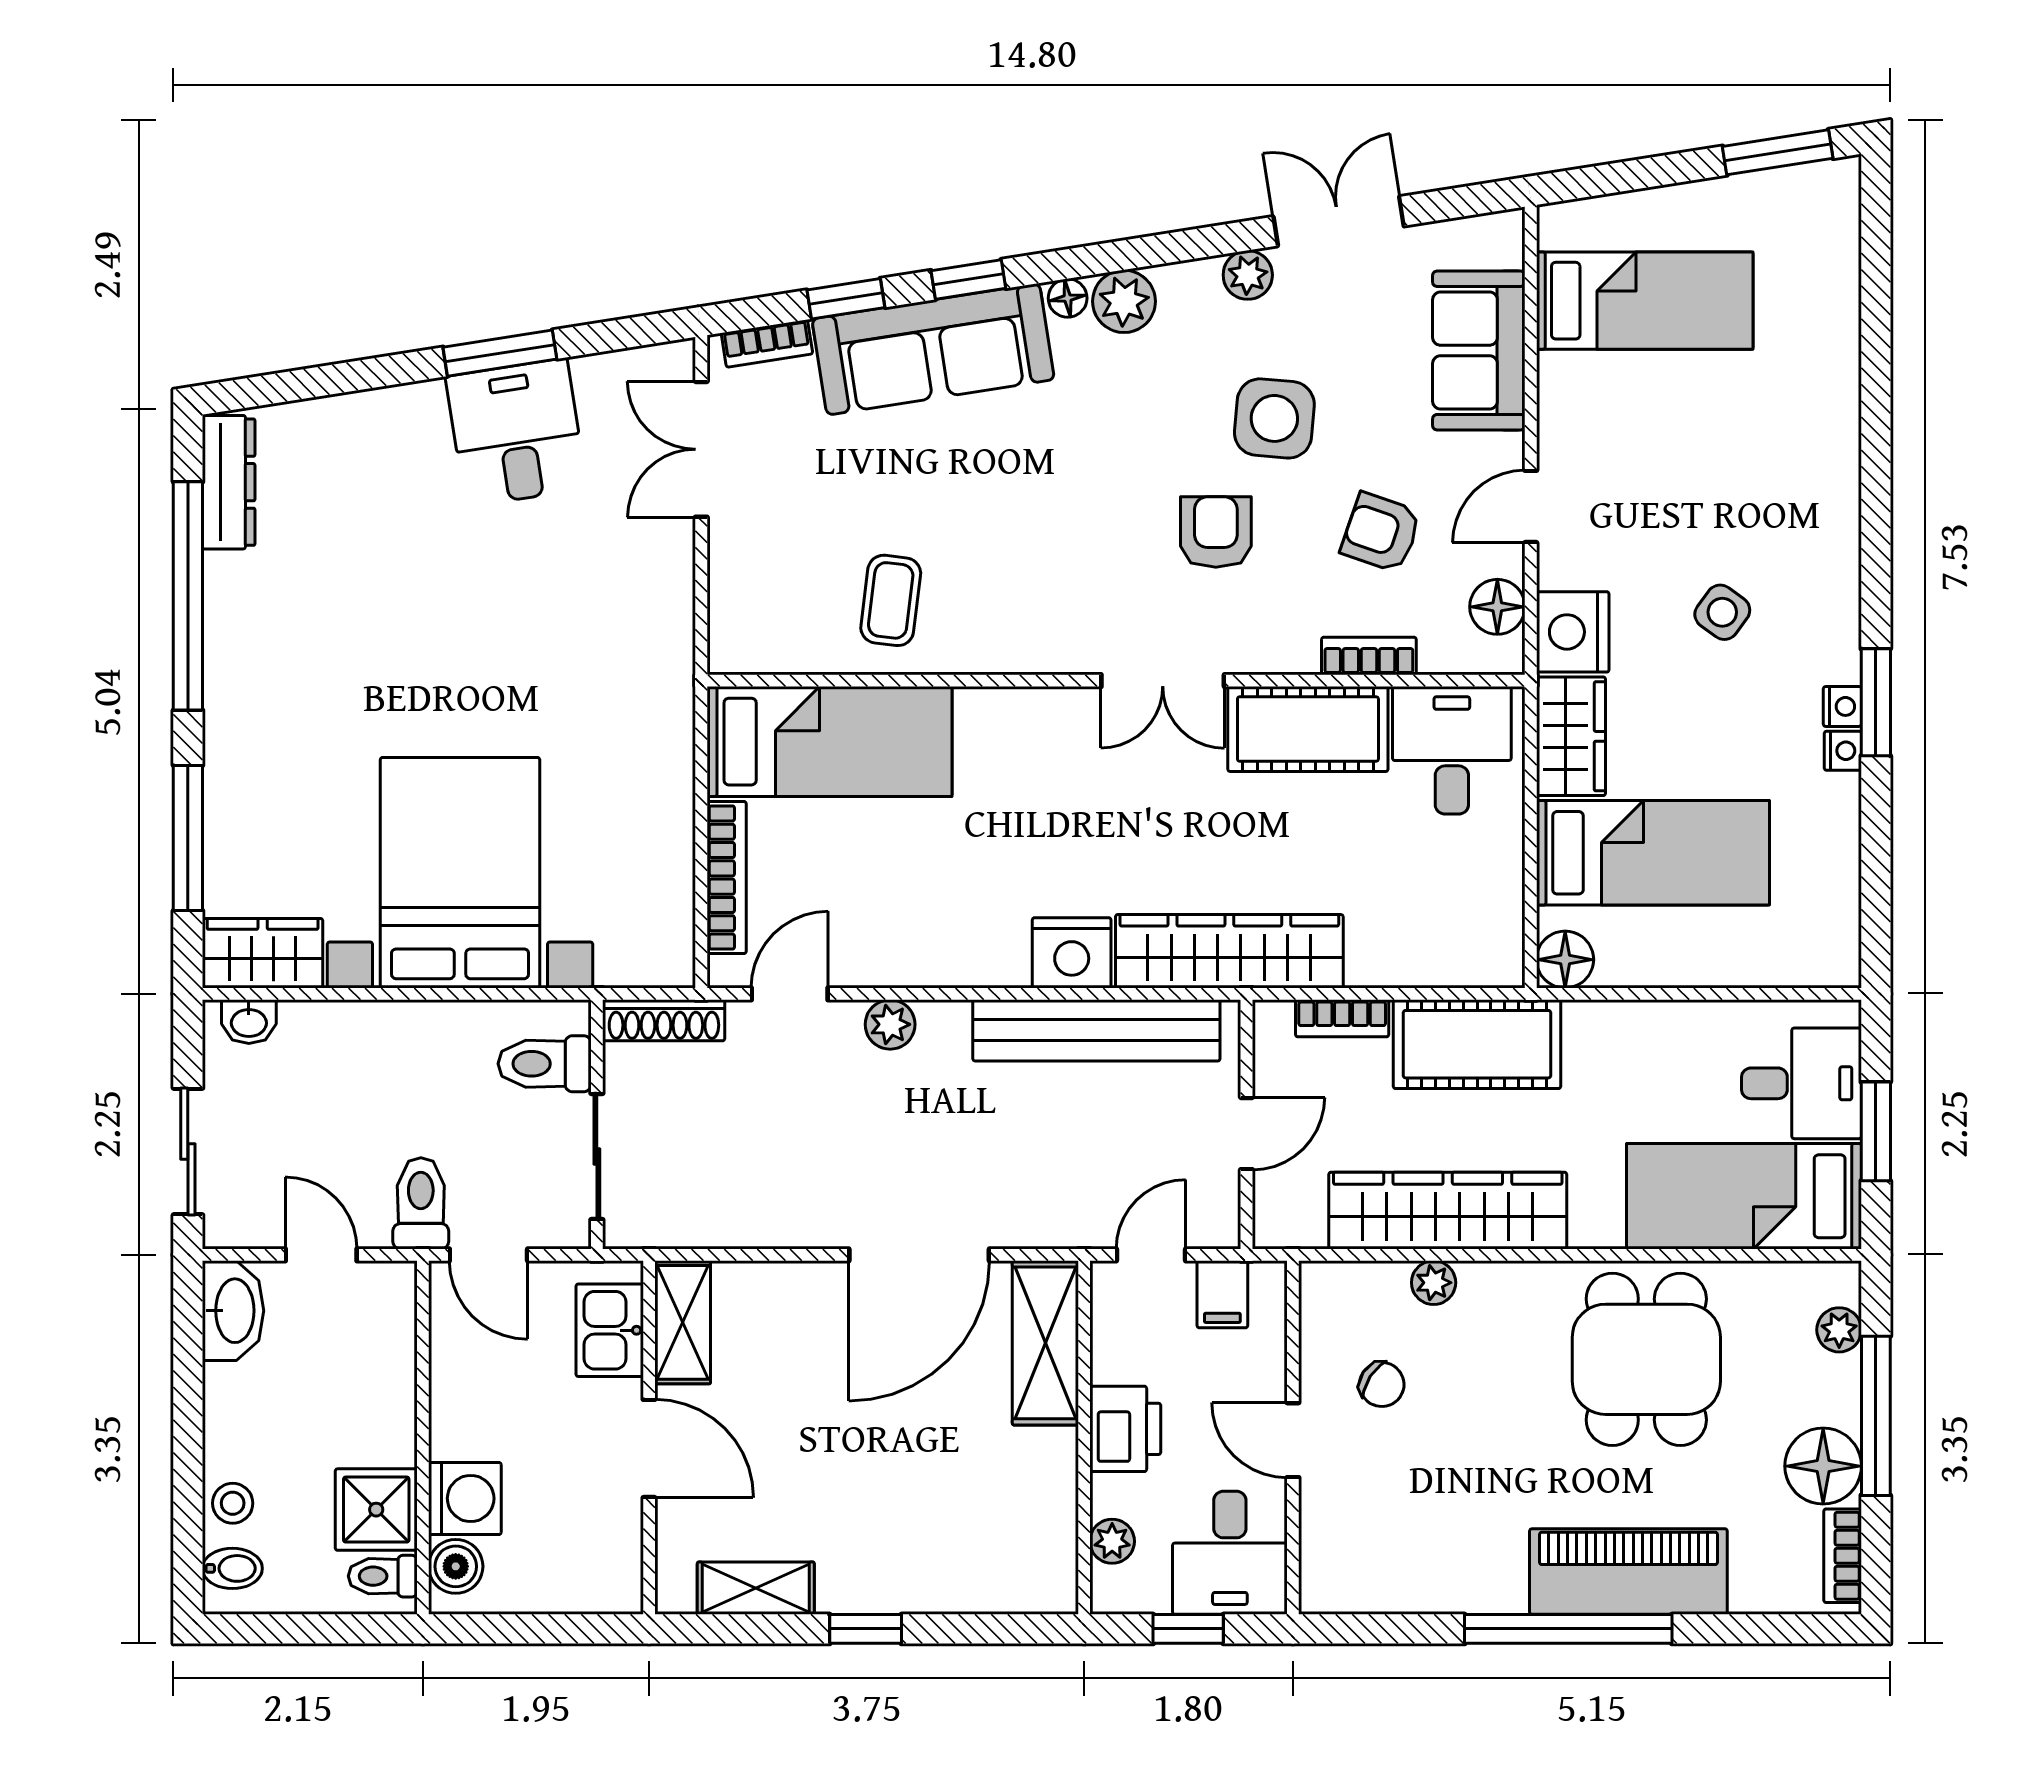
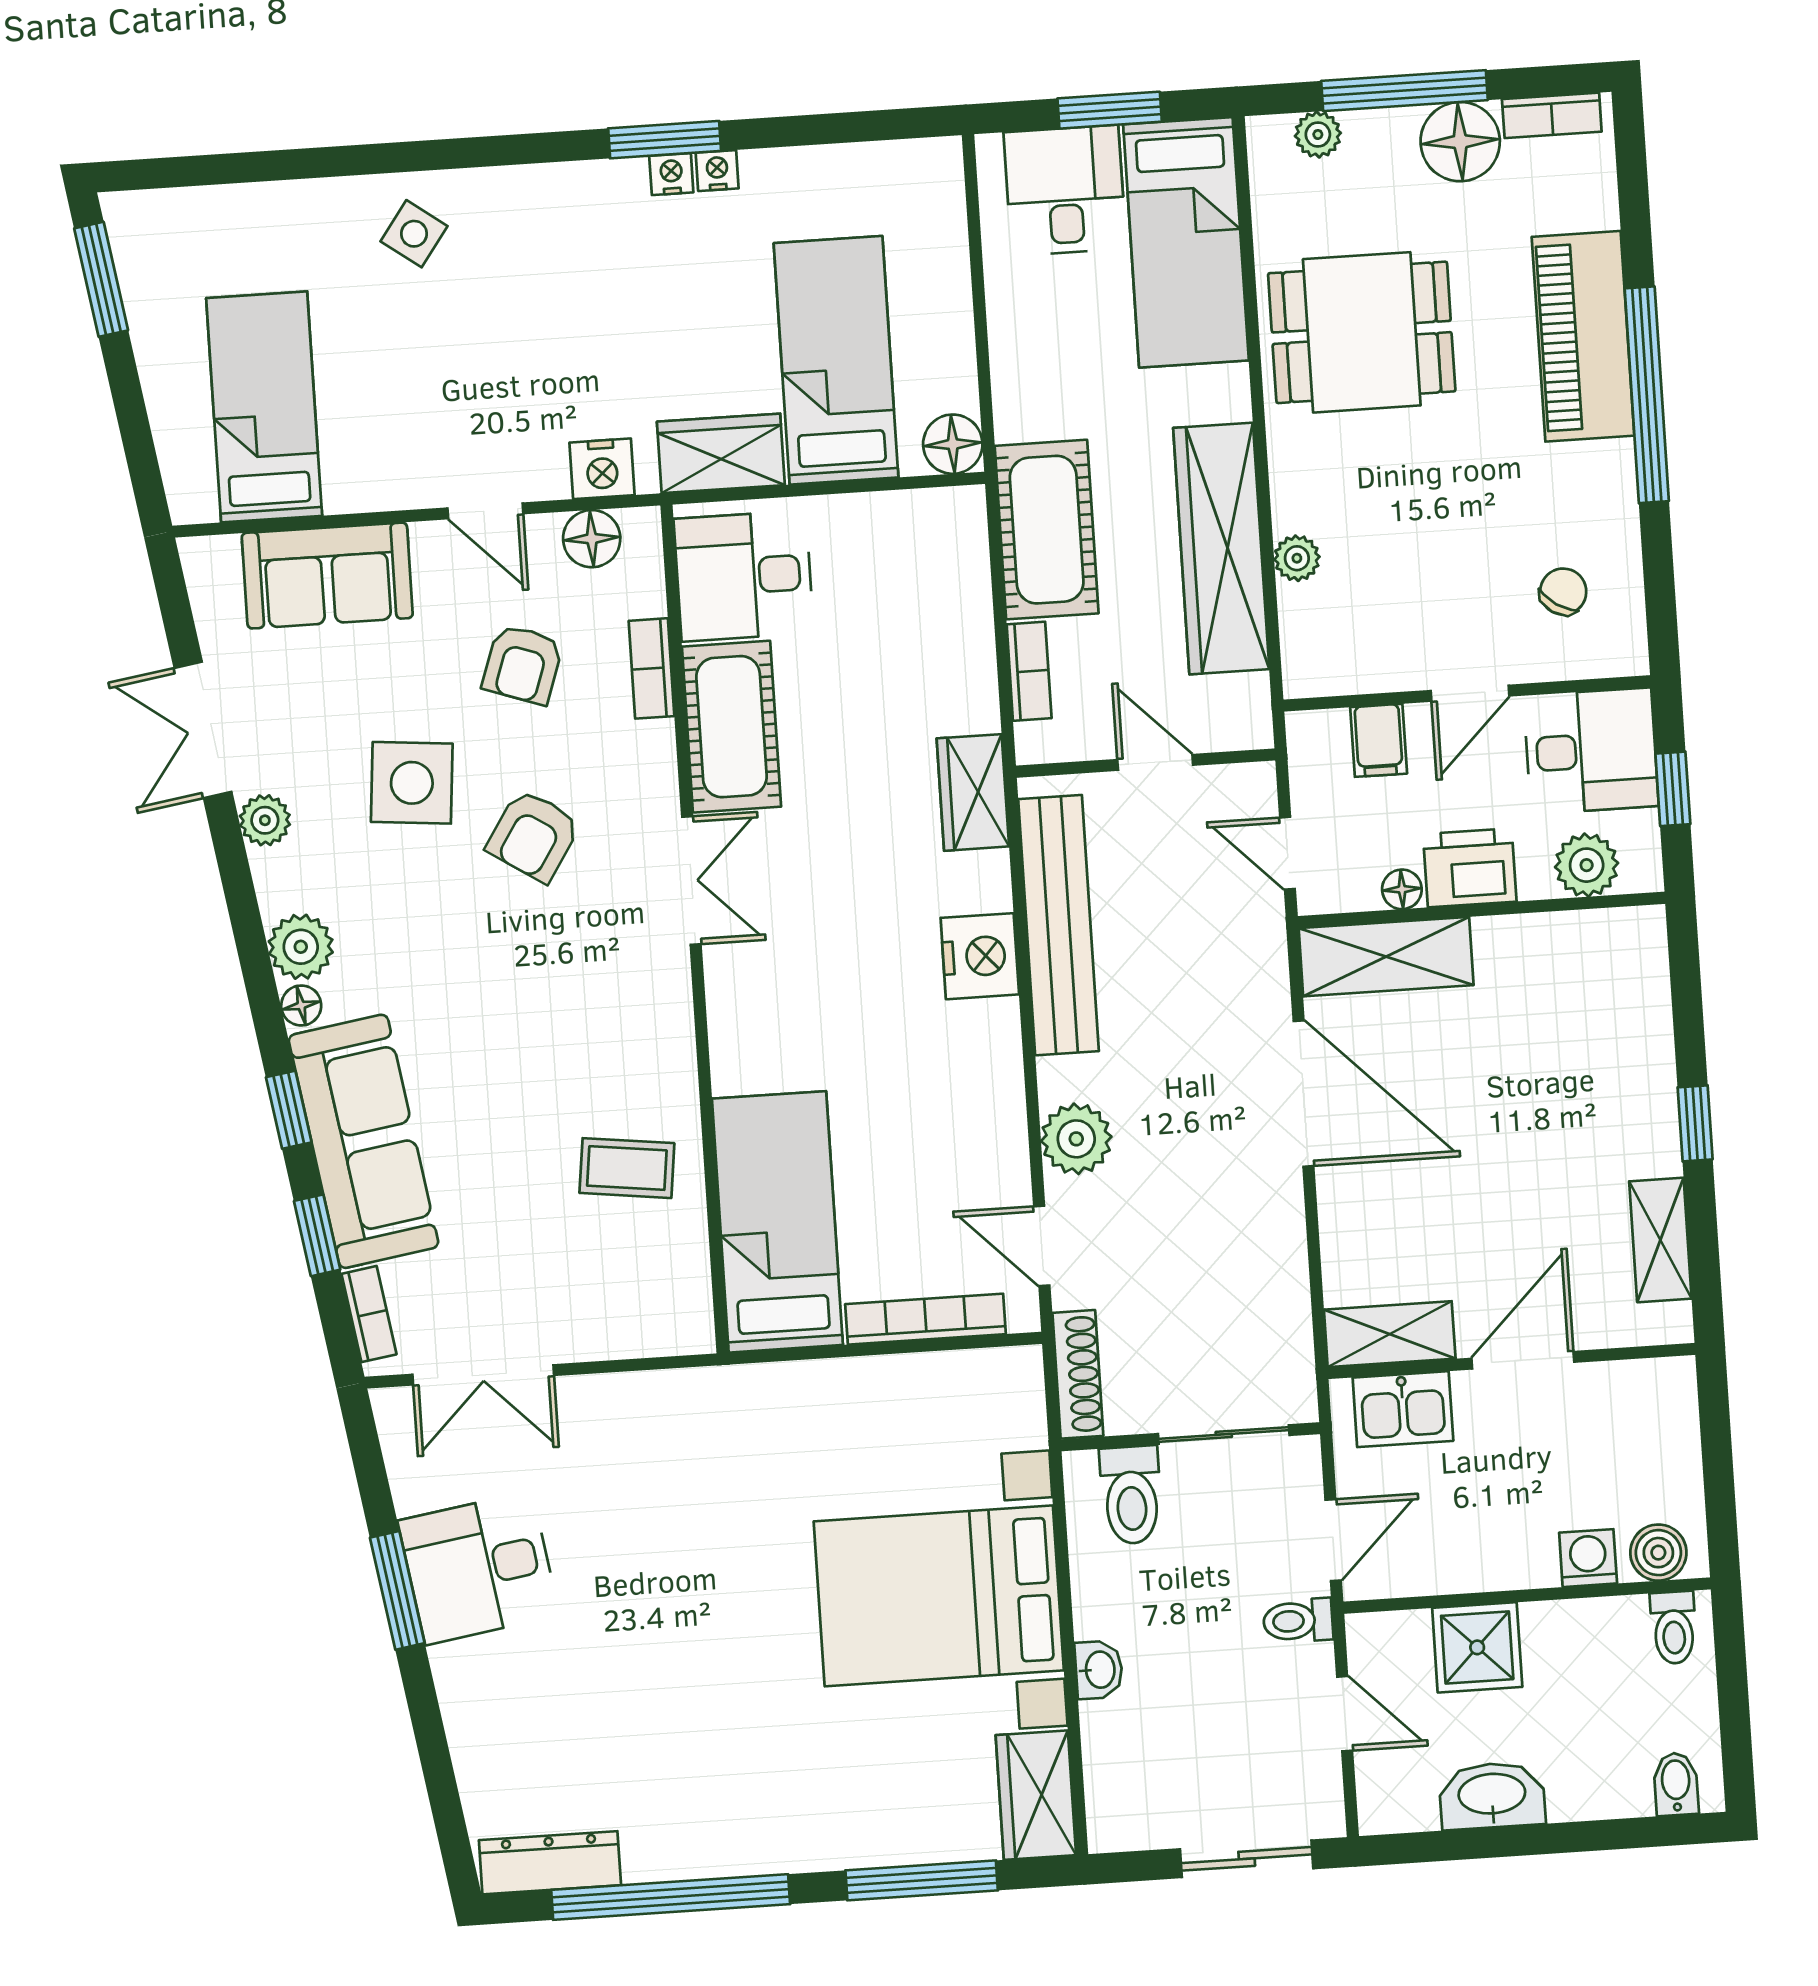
armchair: (1216, 532) -> (534, 836), turned -57
side table: (1722, 612) -> (414, 234), moved
nightstand: (1573, 632) -> (602, 469), width x0.74, depth x0.75
wardrobe: (1229, 951) -> (973, 792), width x0.48, depth x0.85
washbasin: (249, 1022) -> (1099, 1670), moved
plant: (890, 1024) -> (1076, 1139), width x1.38, depth x1.38
toilet: (421, 1203) -> (1298, 1621), width x0.73, depth x0.72
door: (321, 1255) -> (1345, 1714), swing flipped
filing cabinet: (1222, 1294) -> (1379, 740), moved, turned 90
washbasin: (233, 1311) -> (1492, 1796), moved
floor lamp: (1109, 1362) -> (1402, 889), added
chair: (1382, 1384) -> (1563, 592), moved
washing machine: (465, 1498) -> (1588, 1558), width x0.73, depth x0.73
stool: (233, 1503) -> (1608, 1788), removed
shower: (376, 1510) -> (1477, 1647), moved
plant: (1112, 1541) -> (1587, 865), width x1.38, depth x1.38

